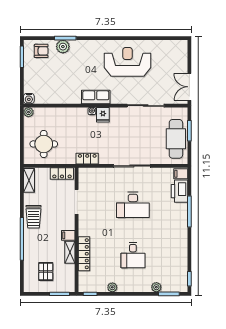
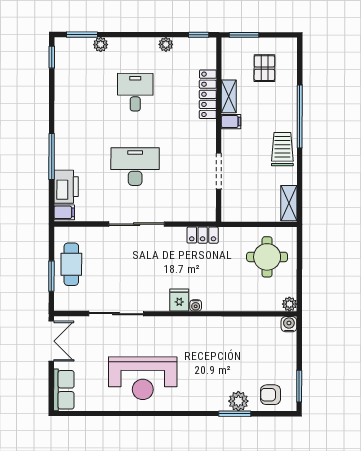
row of seats: (96, 97) -> (64, 390), moved, turned -90
cafe table: (176, 139) -> (71, 264), width x0.73, depth x0.74
locker: (62, 174) -> (240, 213), removed

